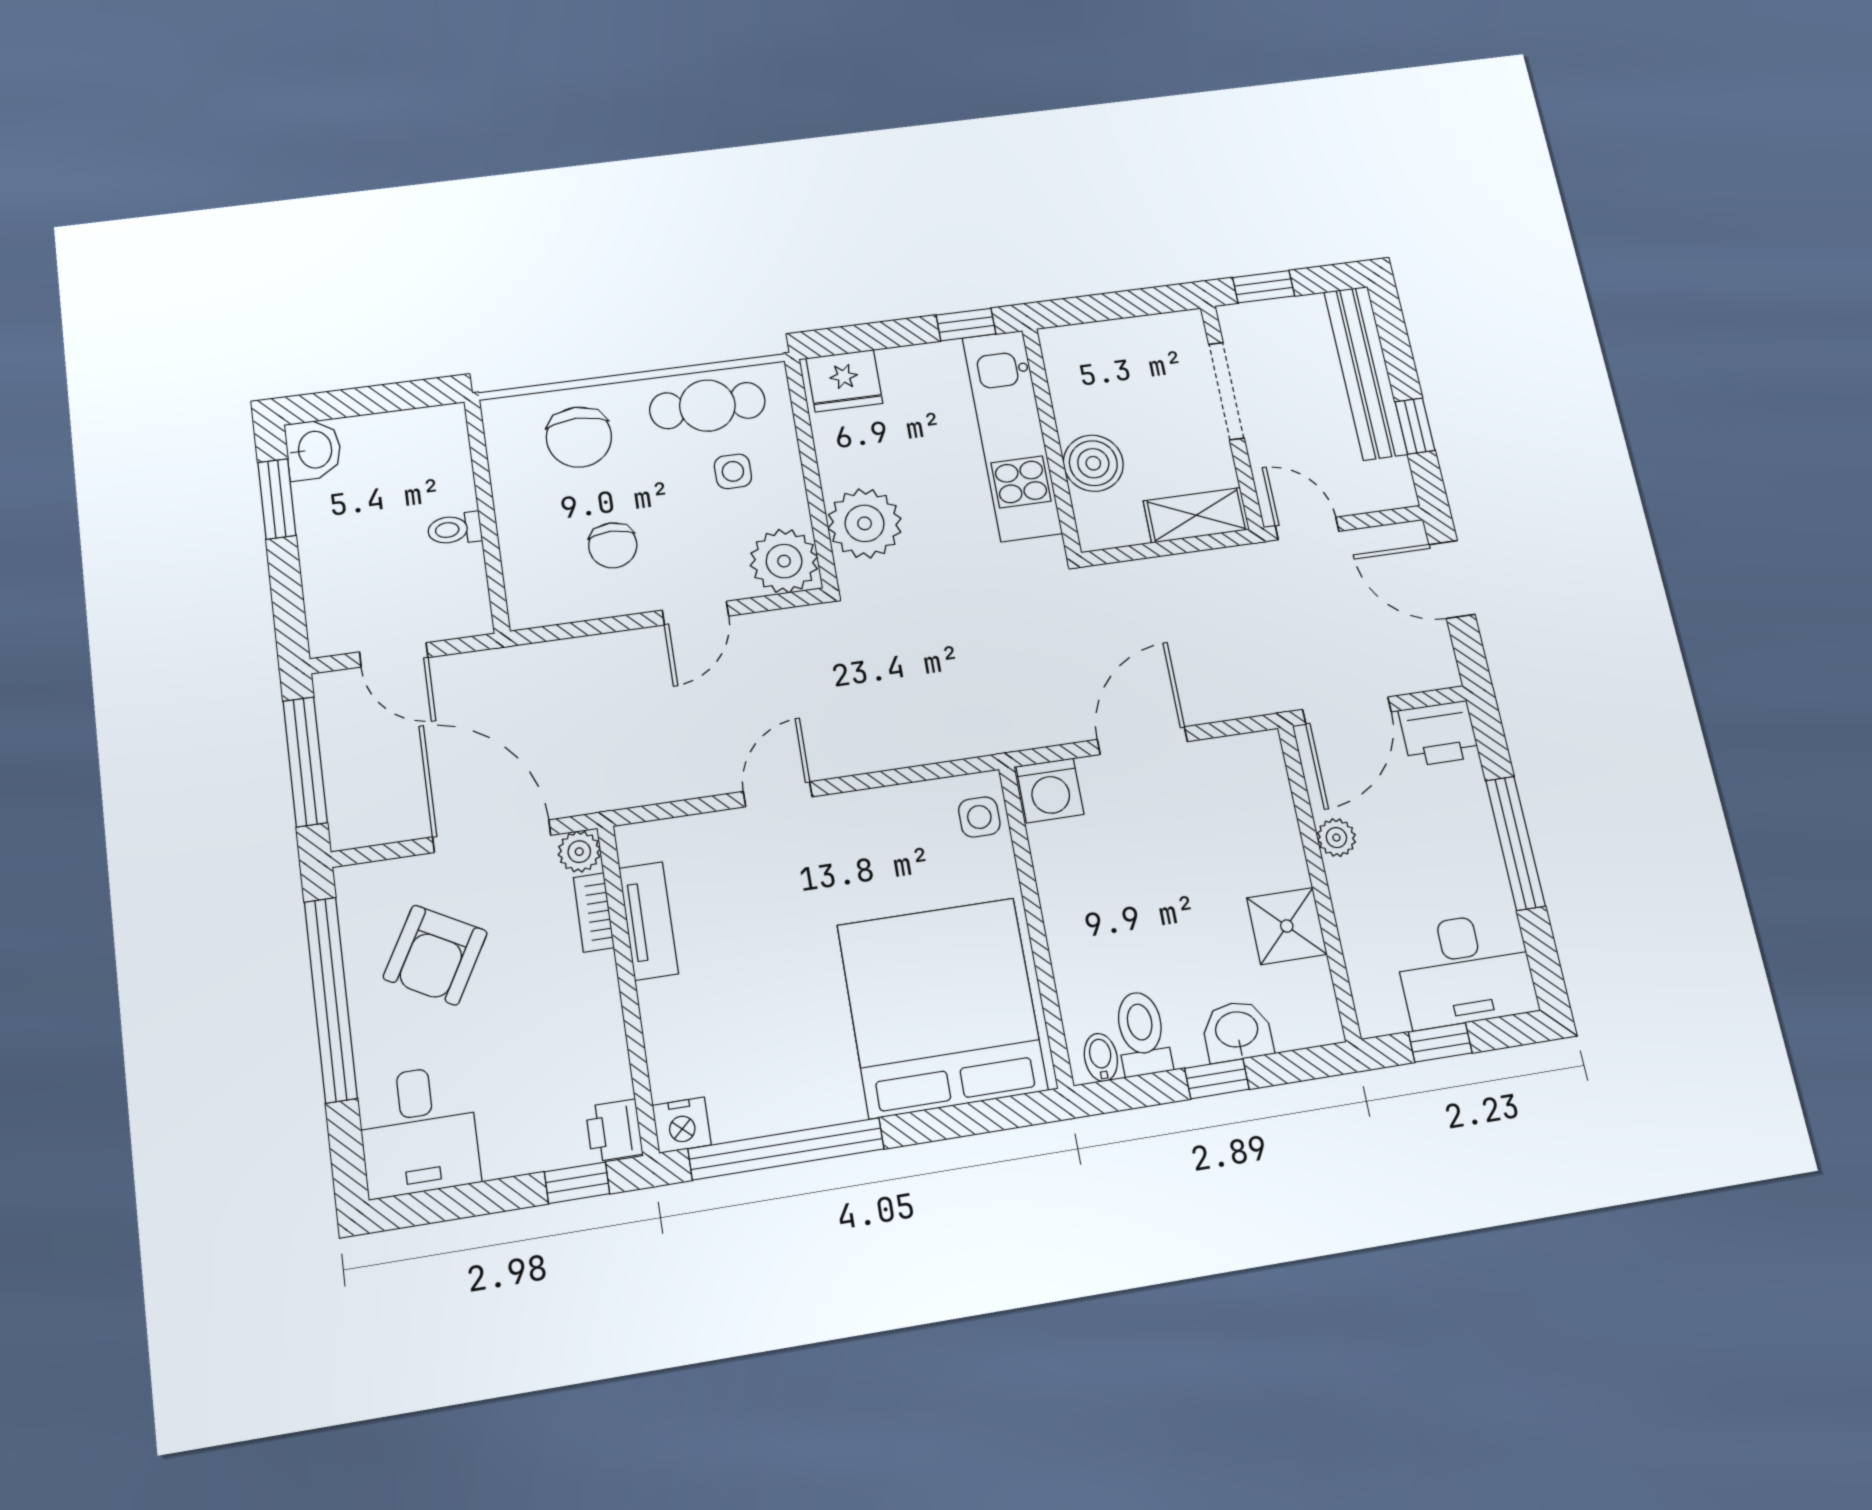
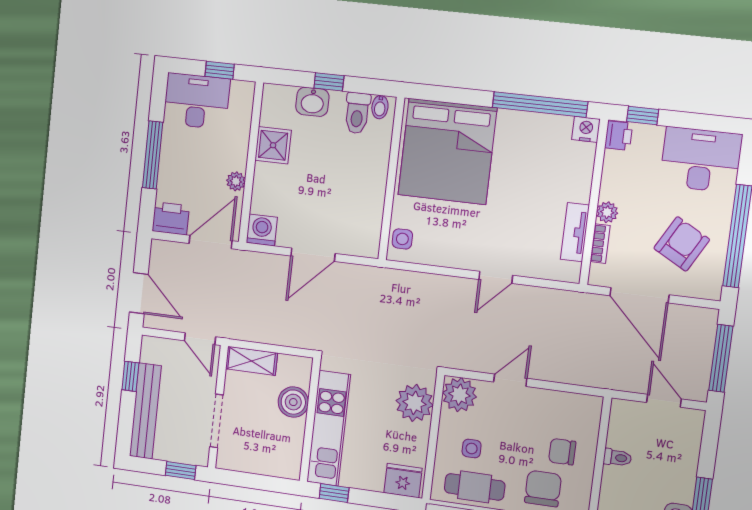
chair: (613, 545) -> (562, 452), moved, turned -90
washing machine: (1050, 790) -> (262, 230), moved
plant: (579, 852) -> (607, 212), moved
desk: (418, 1131) -> (701, 160), width x1.37

